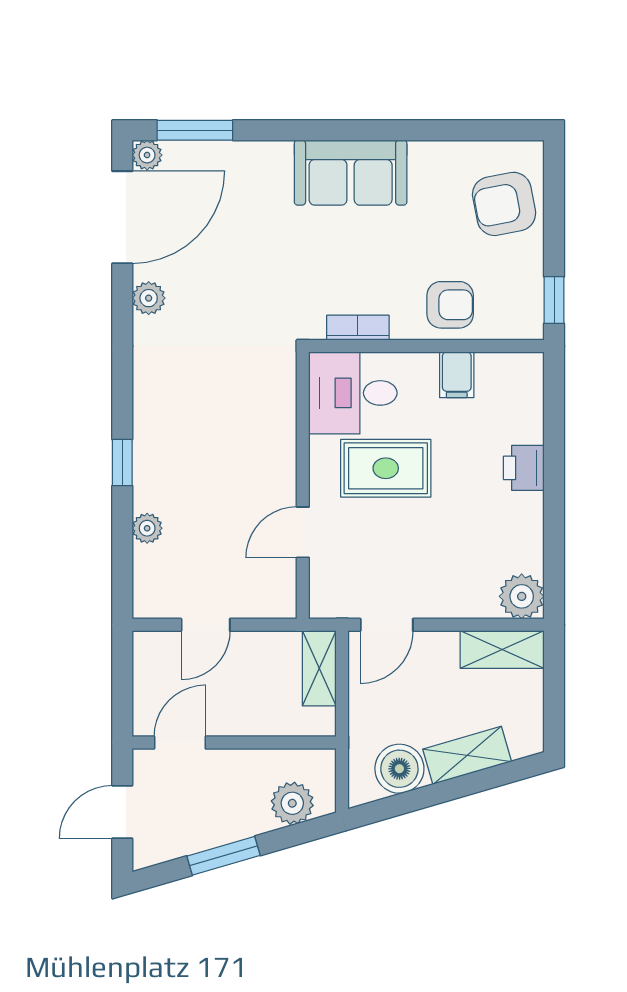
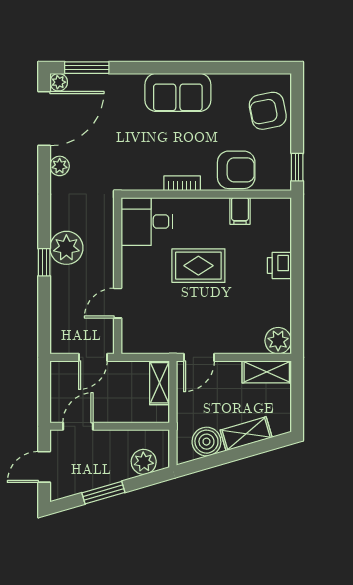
armchair: (450, 305) -> (236, 170), width x1.38, depth x1.38
desk: (353, 393) -> (147, 221), moved
wall: (303, 485) -> (118, 276), moved
plant: (147, 528) -> (66, 248), moved, width x1.88, depth x1.88
door: (303, 532) -> (118, 303), moved

